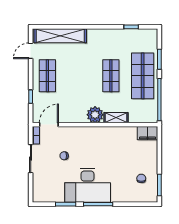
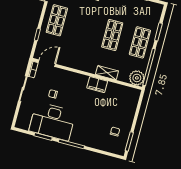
shop shelf: (143, 76) -> (140, 42), width x0.70, depth x0.74
plant: (95, 115) -> (137, 78), moved
filing cabinet: (148, 133) -> (97, 85), moved
desk: (88, 185) -> (52, 121), moved

